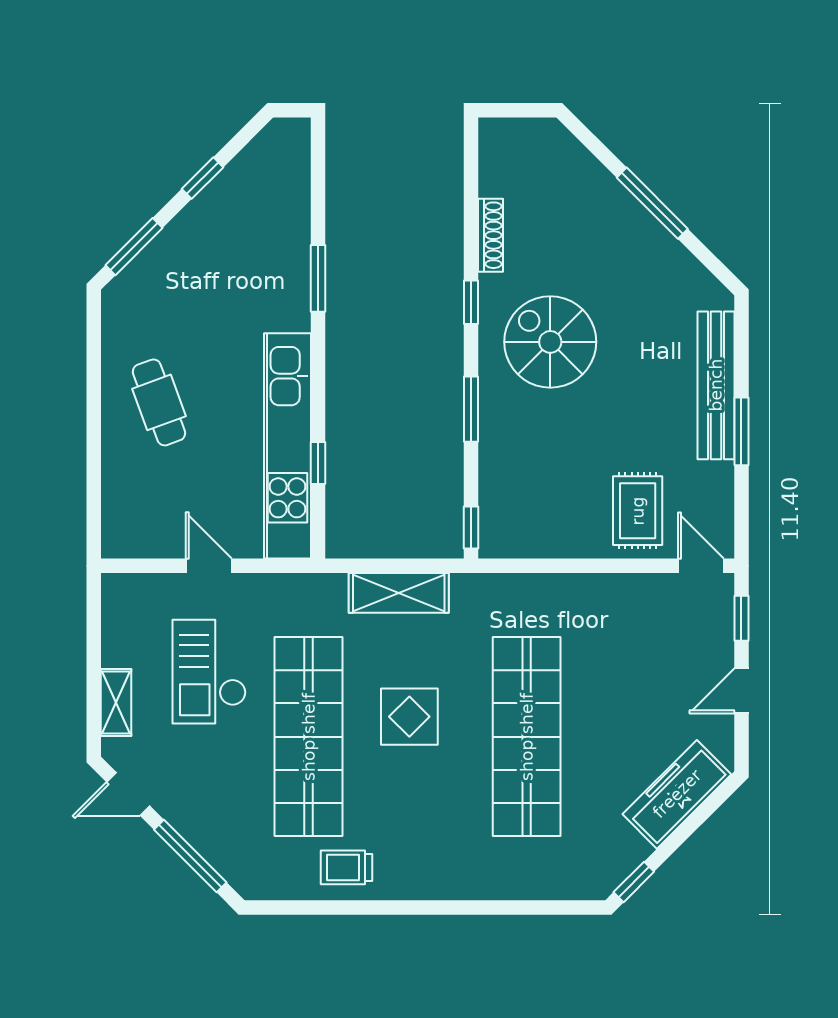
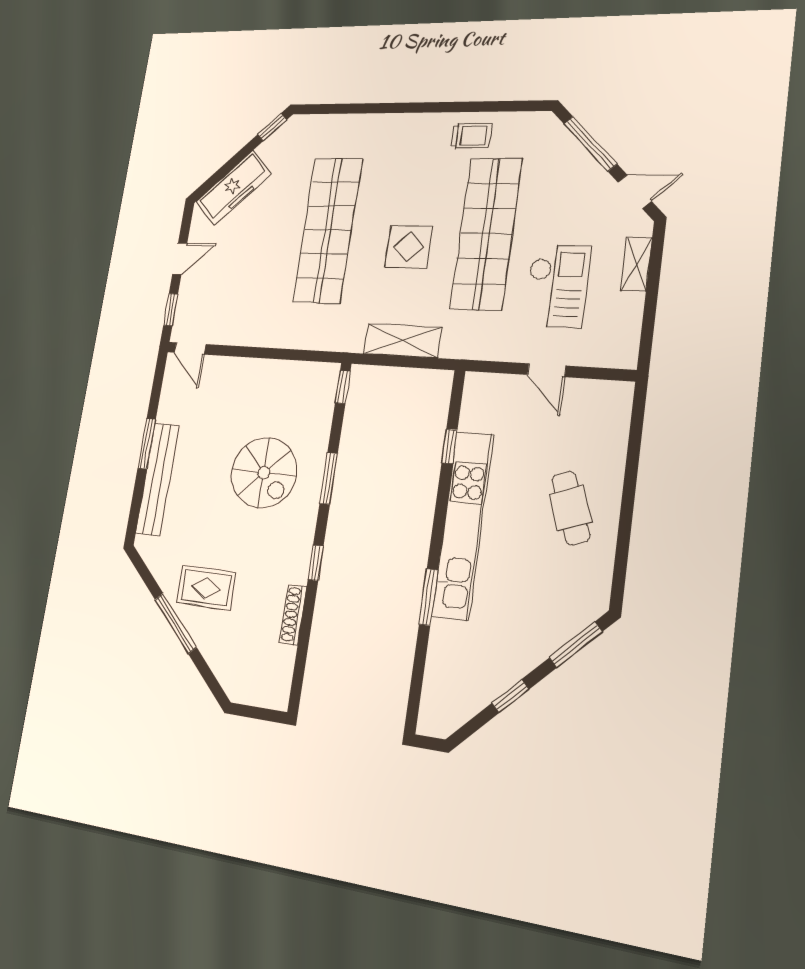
spiral stairs: (550, 342) -> (264, 473), moved
kitchen unit: (287, 446) -> (463, 525), moved
rug: (638, 511) -> (206, 588), moved, turned 90

